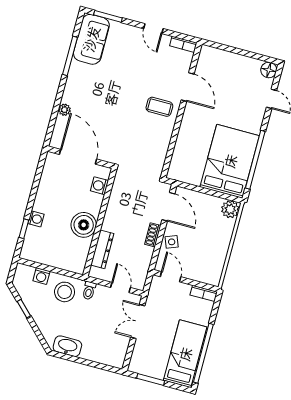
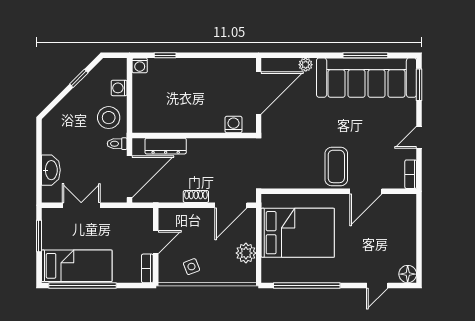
sofa: (91, 39) -> (367, 78), width x1.85, depth x1.27
coffee table: (159, 107) -> (336, 166), width x1.36, depth x1.30
bed: (230, 161) -> (298, 233), moved
plant: (230, 209) -> (246, 253), moved
washing machine: (36, 219) -> (140, 65), moved
boiler: (84, 225) -> (187, 119), removed
side table: (172, 242) -> (191, 267), moved
door: (171, 277) -> (156, 242), moved
door: (120, 288) -> (130, 177), width x1.88
double door: (138, 322) -> (81, 205), moved
washbasin: (67, 346) -> (51, 170), moved

